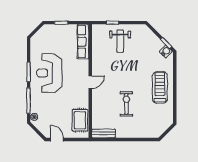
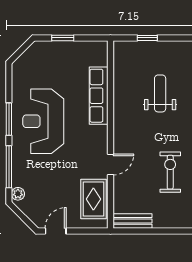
weight bench: (120, 41) -> (160, 93), moved, turned 180
row of seats: (83, 42) -> (99, 96), moved
door: (90, 82) -> (111, 165), moved
door: (57, 140) -> (56, 231), hinge flipped

